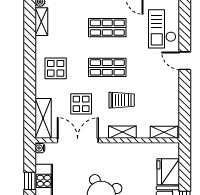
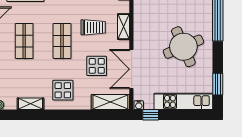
shelving: (41, 22) -> (30, 104), moved
trolley: (122, 100) -> (93, 27), turned 90
window: (30, 181) -> (151, 115), moved

